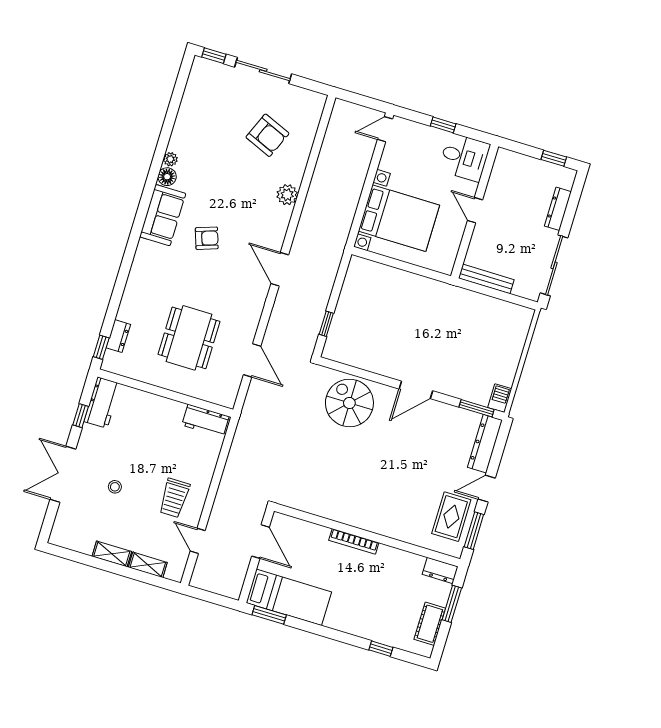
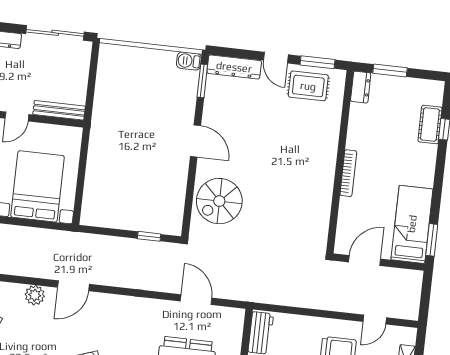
door: (280, 269) -> (73, 286), moved
bench: (486, 279) -> (59, 110), moved, turned 90
door: (252, 360) -> (196, 300), hinge flipped
cot: (430, 624) -> (430, 125), moved, turned 90

